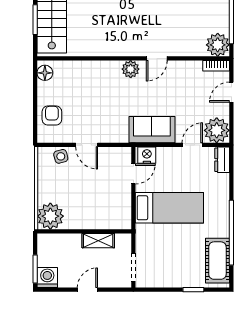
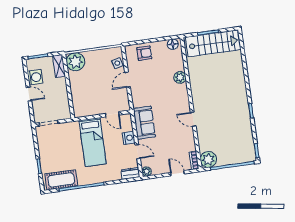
plant: (131, 69) -> (180, 77), moved
plant: (217, 130) -> (147, 172), width x0.53, depth x0.53
nightstand: (147, 155) -> (129, 138), moved
shelving: (98, 241) -> (59, 66), moved
washing machine: (47, 278) -> (35, 77), moved

